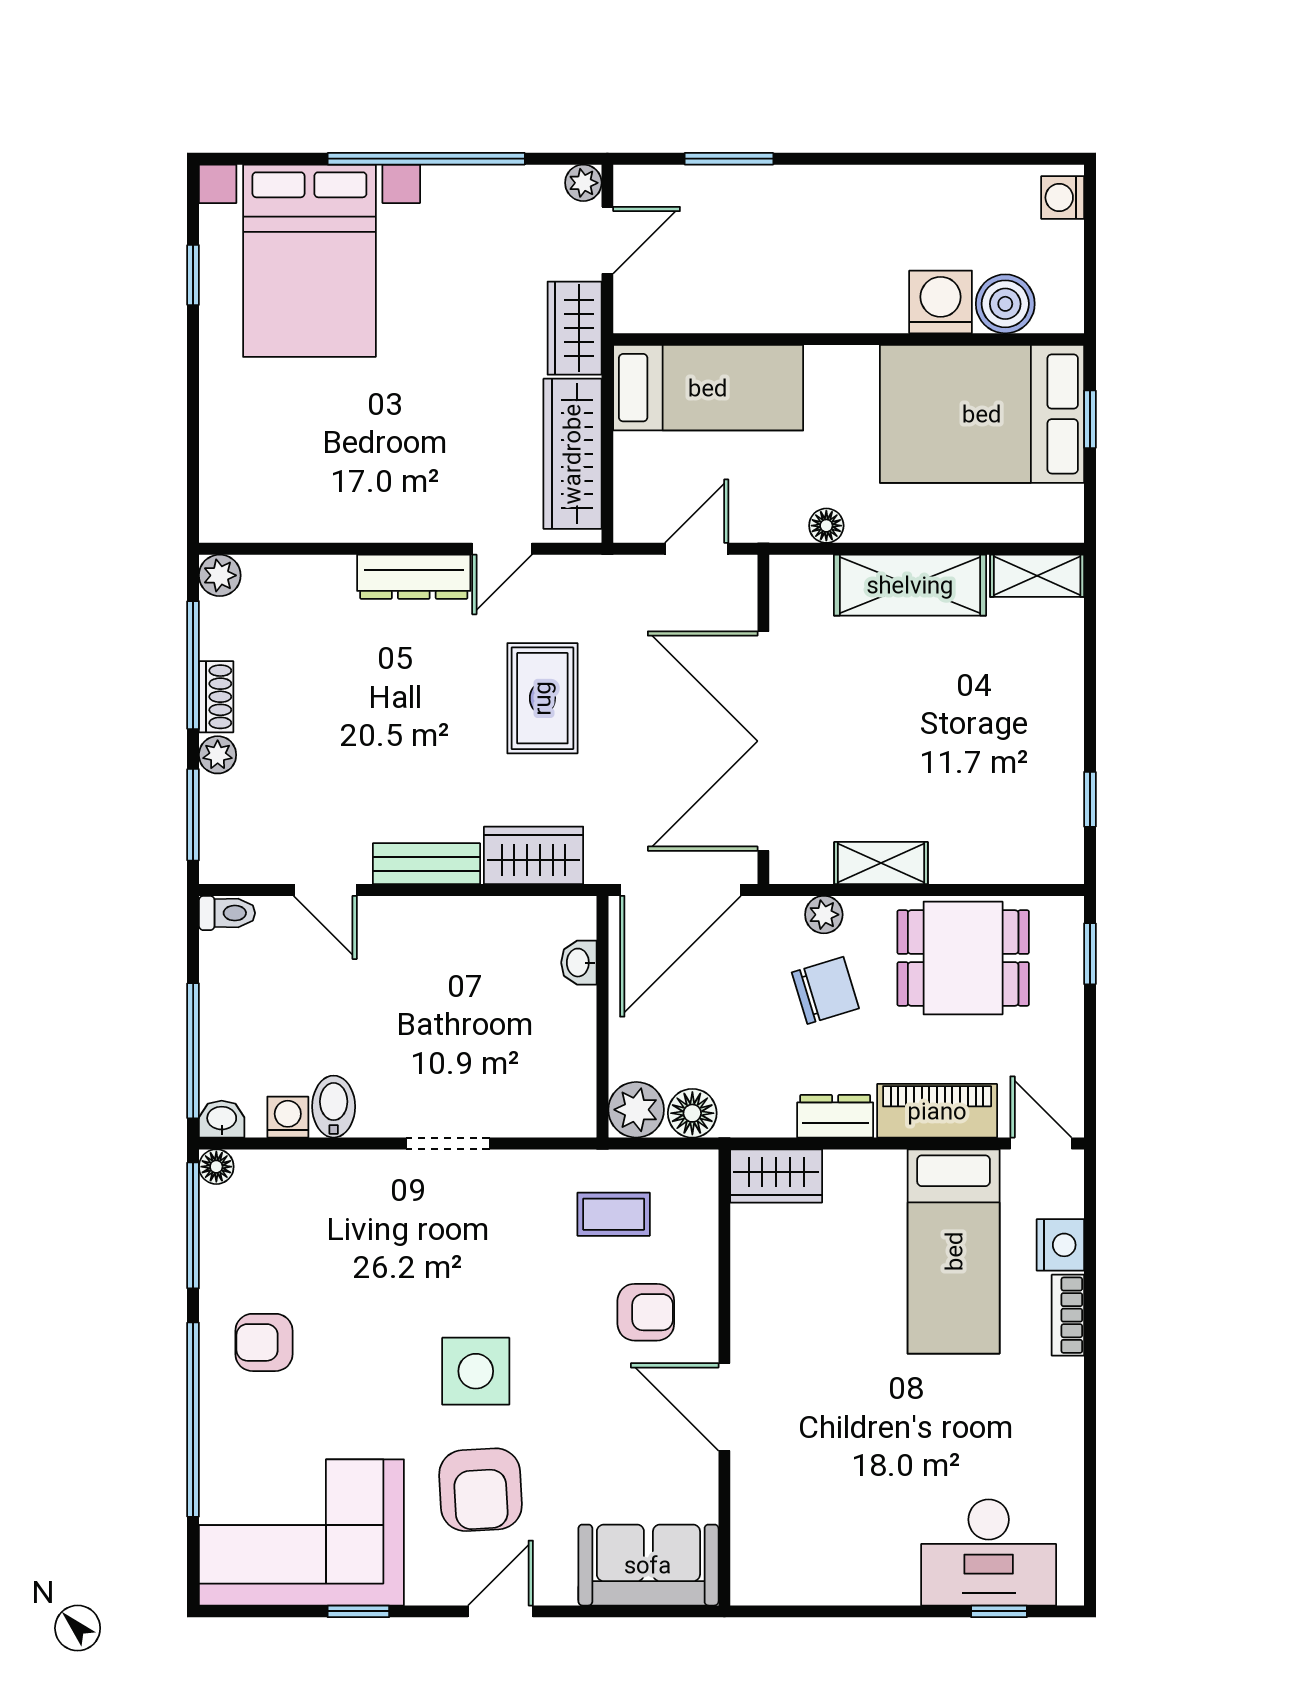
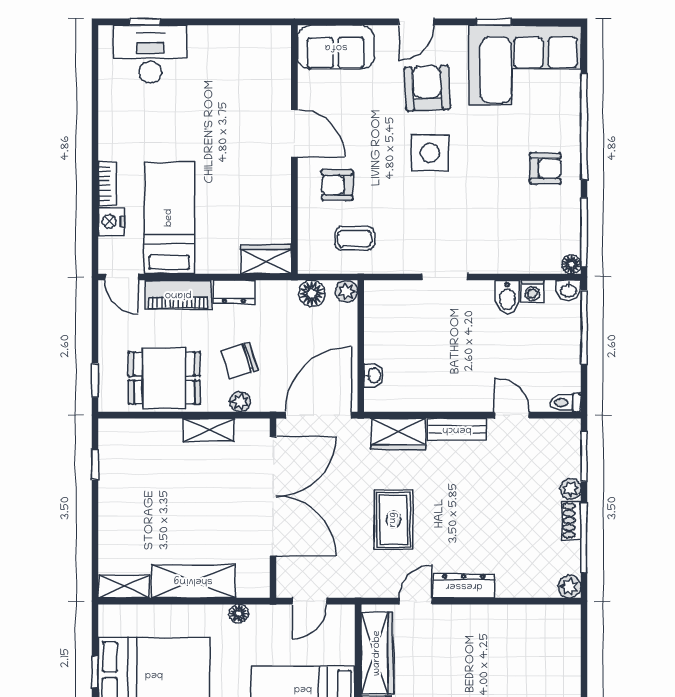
plant: (636, 1110) -> (347, 291), width x0.73, depth x0.73

